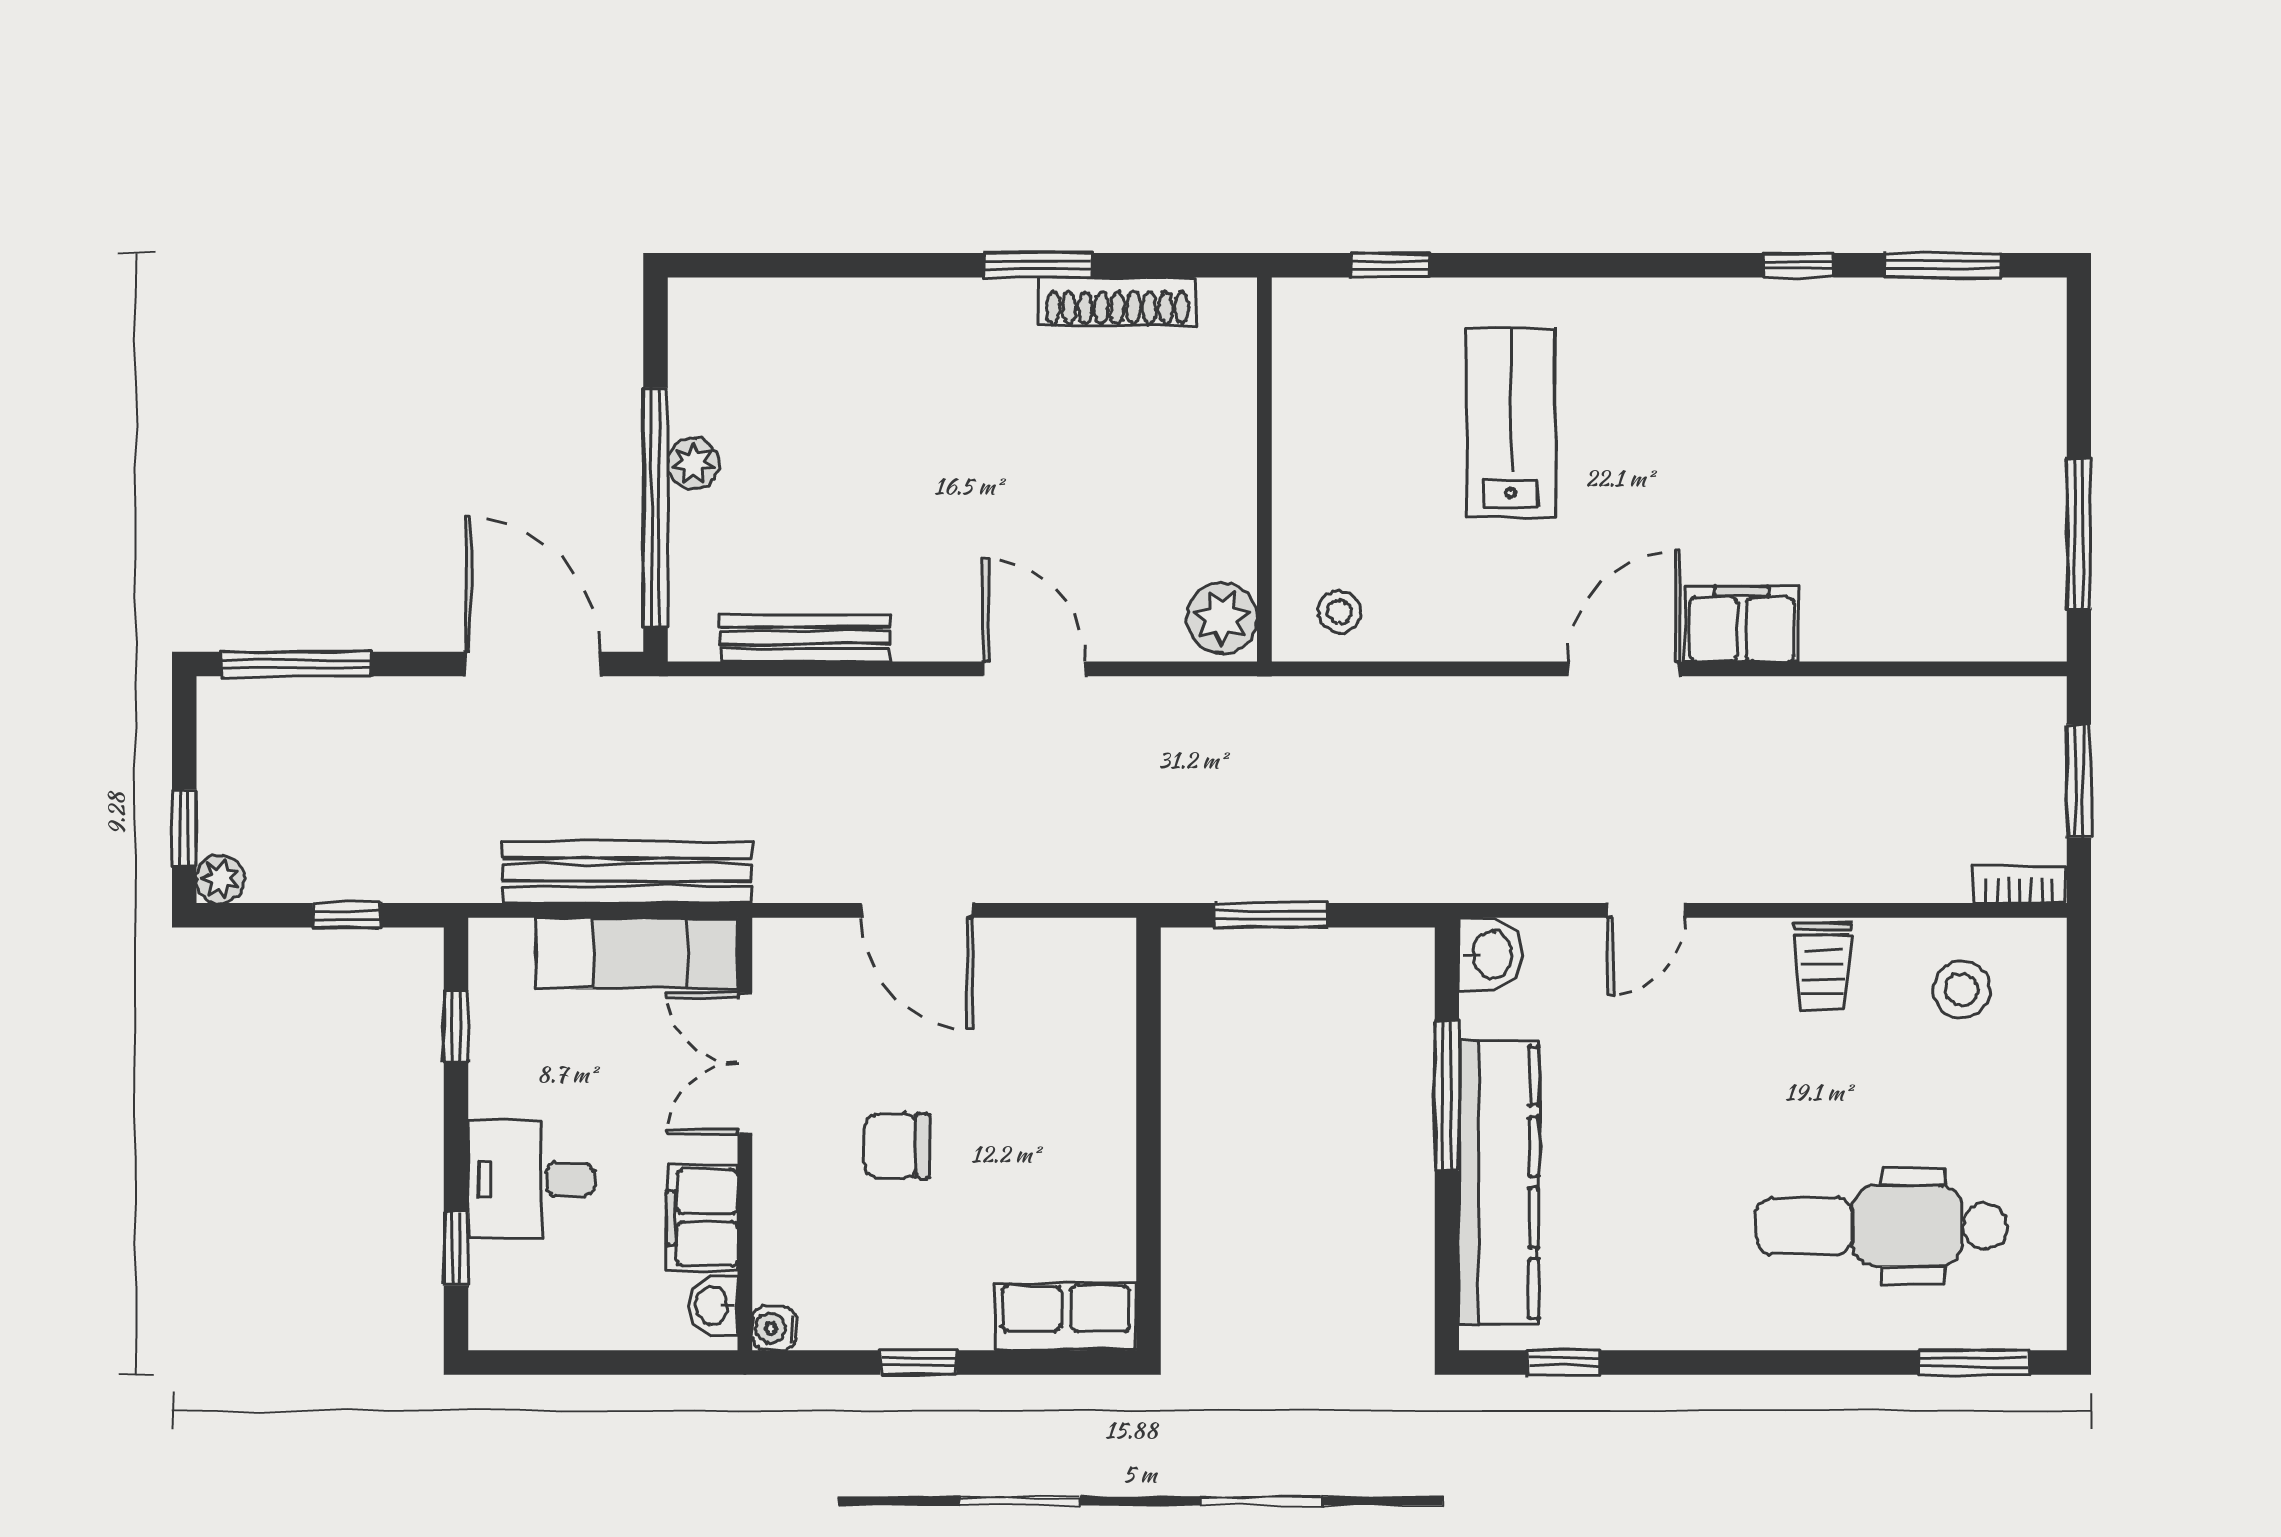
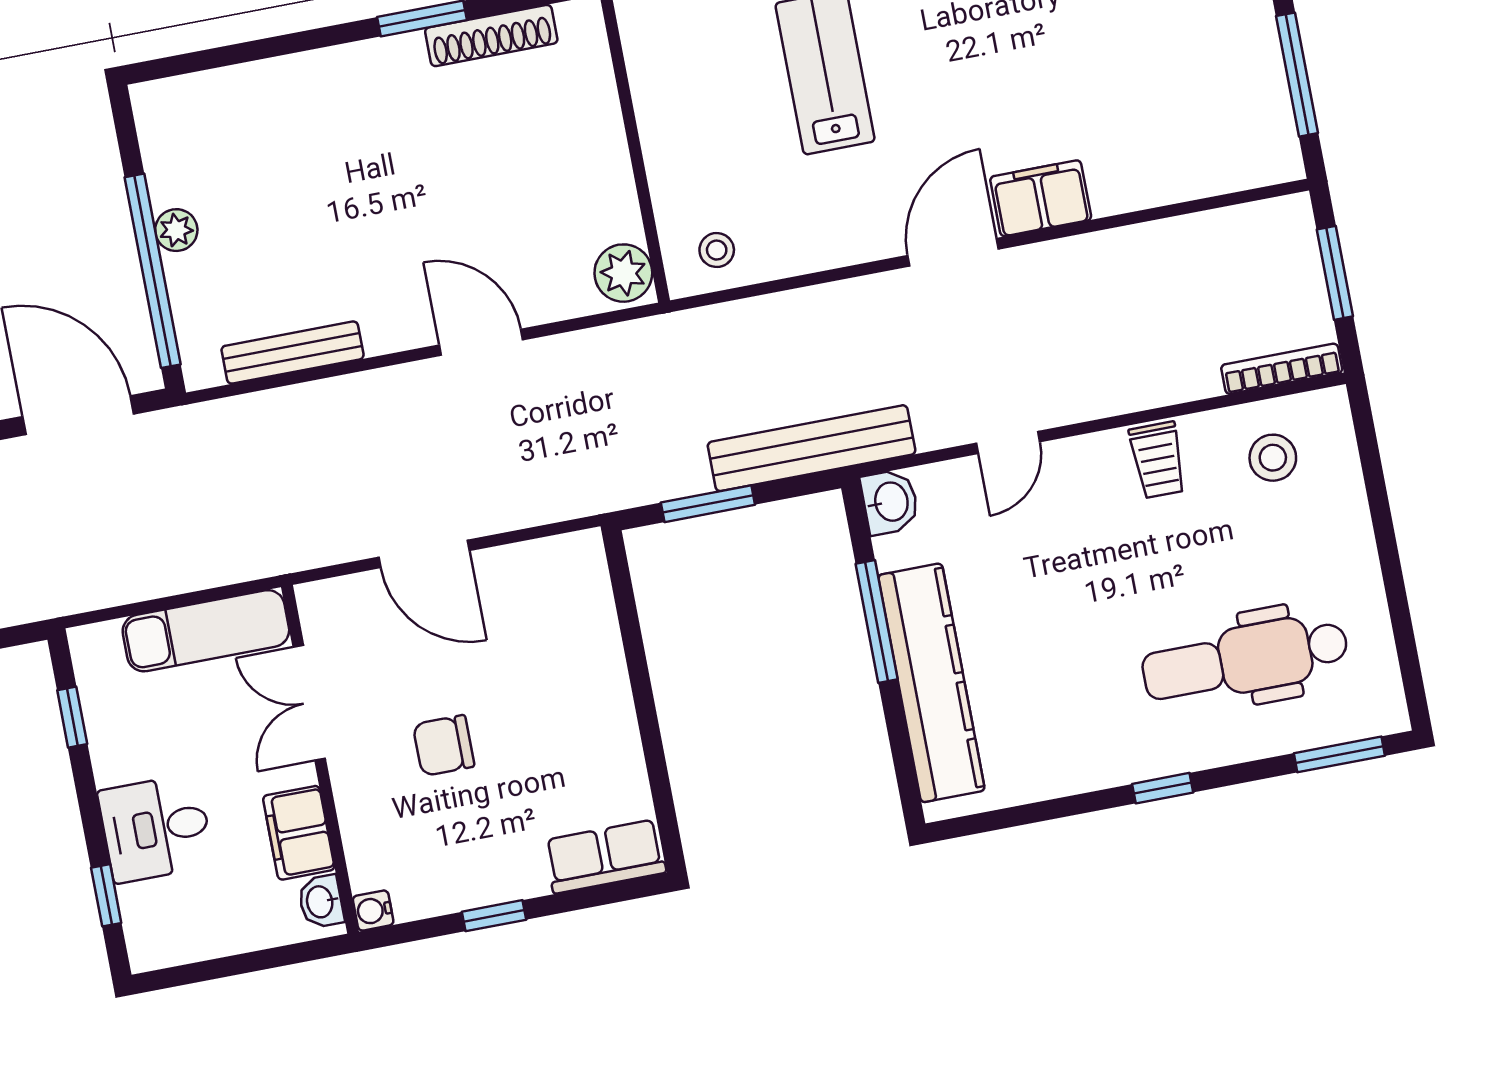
bench: (627, 872) -> (812, 448), moved
bookcase: (2019, 885) -> (1282, 369), width x1.56
window: (1564, 1362) -> (1163, 788), moved

